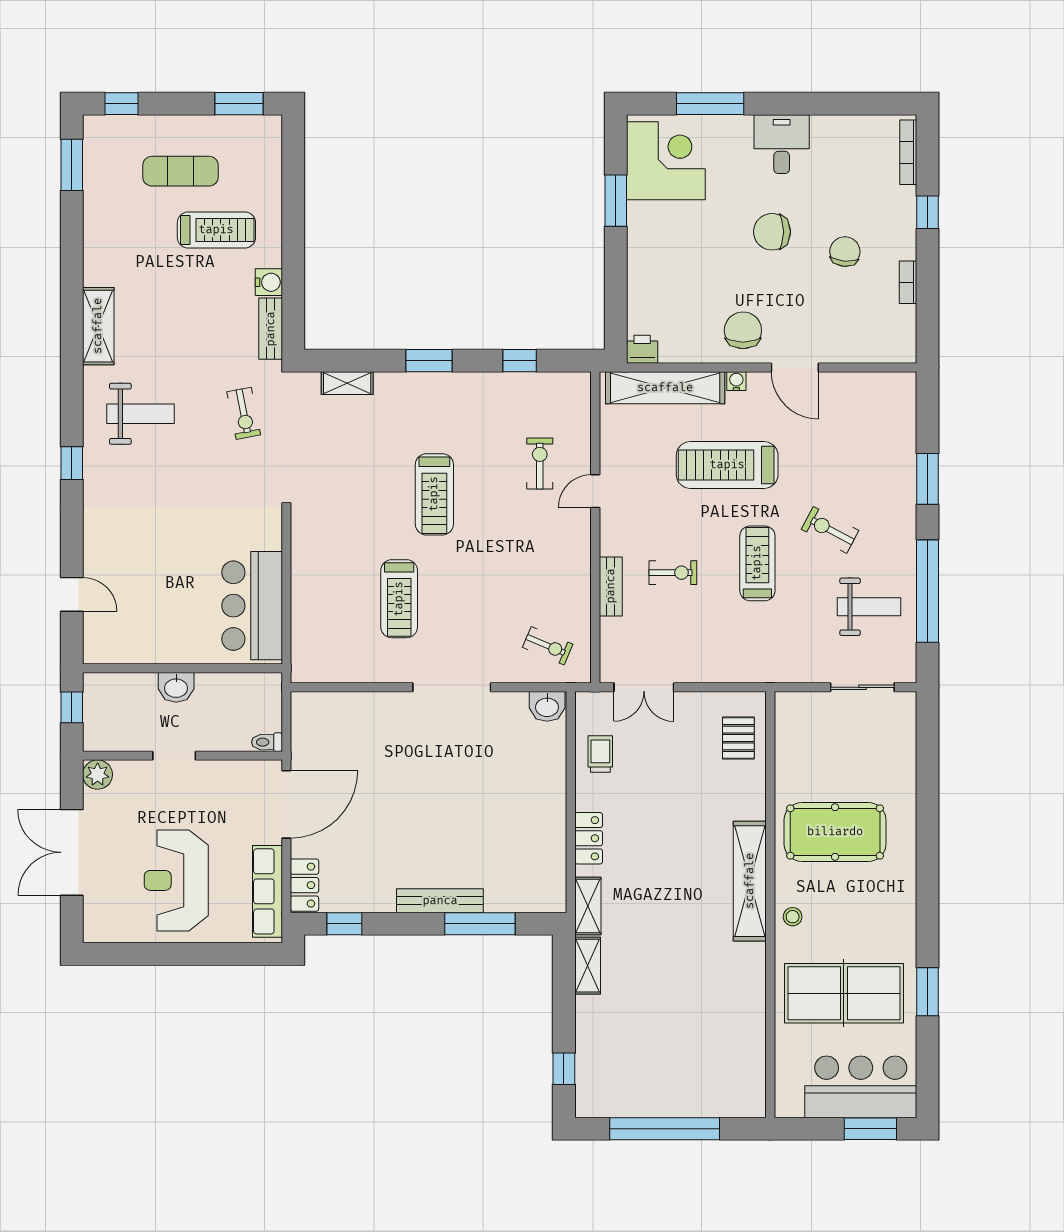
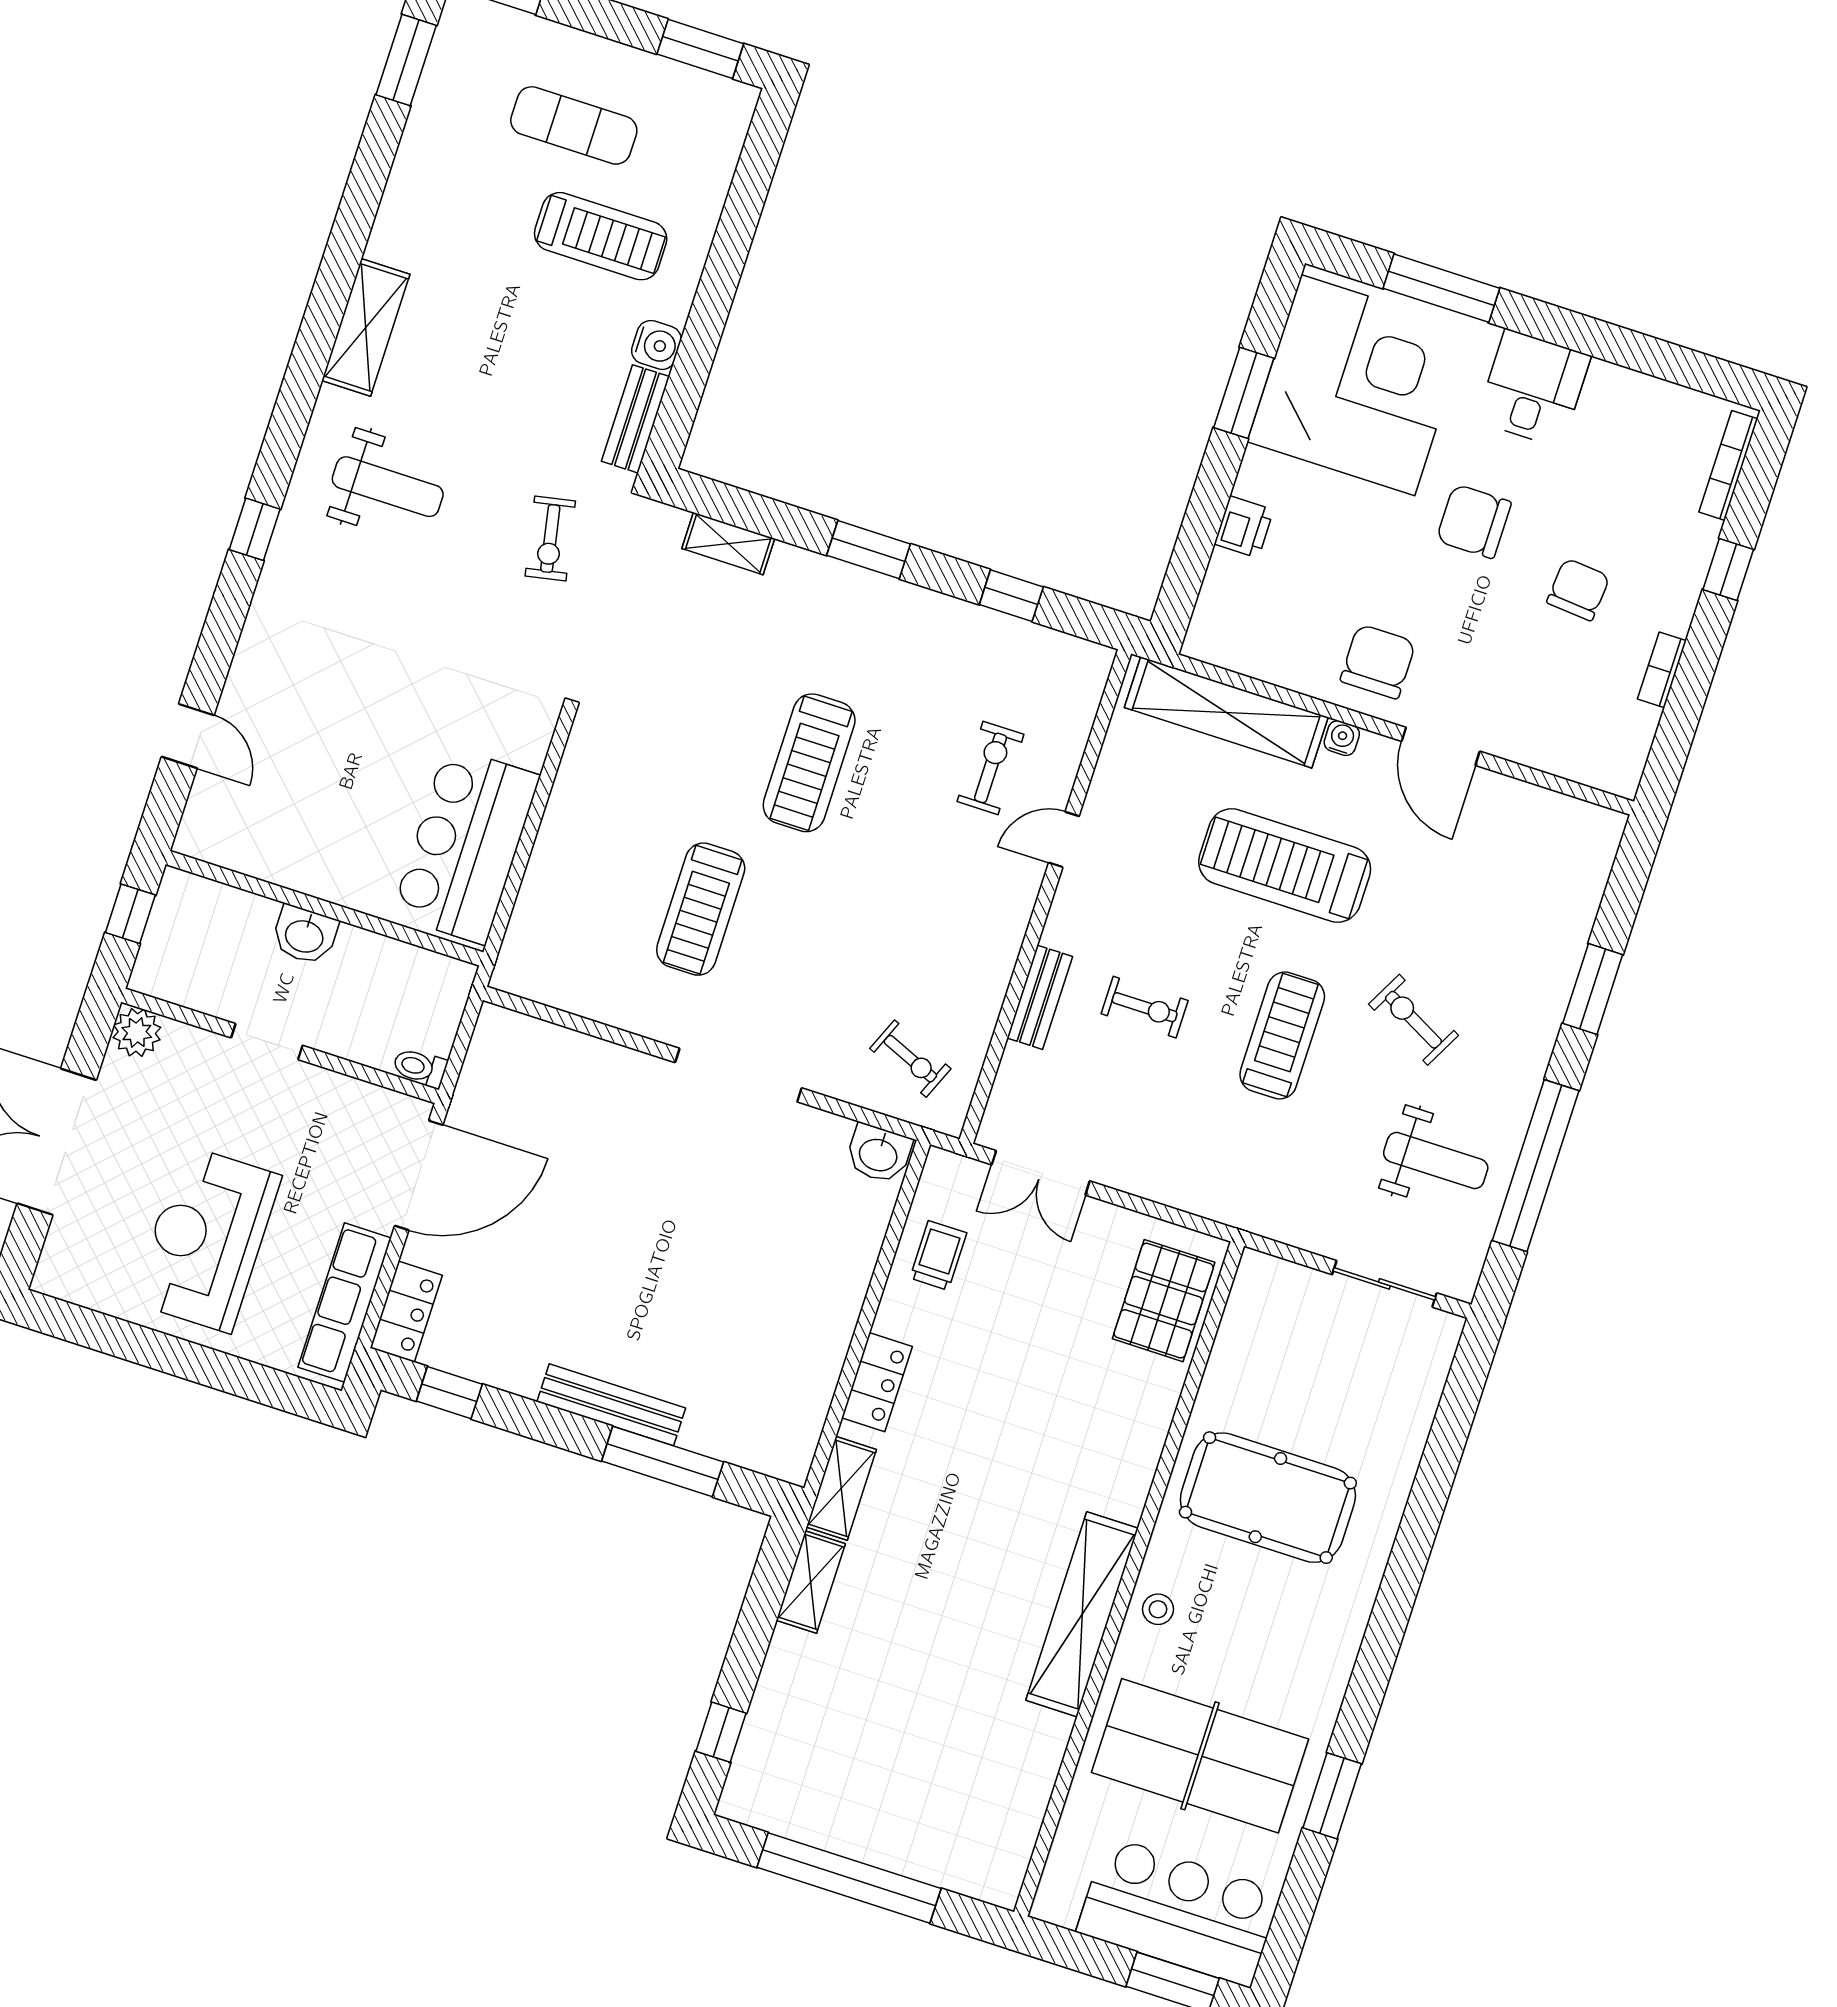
corner desk: (666, 161) -> (1358, 385), width x1.36, depth x1.36
printer: (642, 349) -> (1244, 527), moved, turned 90
pallet: (738, 738) -> (1164, 1301), width x1.50, depth x1.42
shelving: (750, 881) -> (1082, 1614), moved

